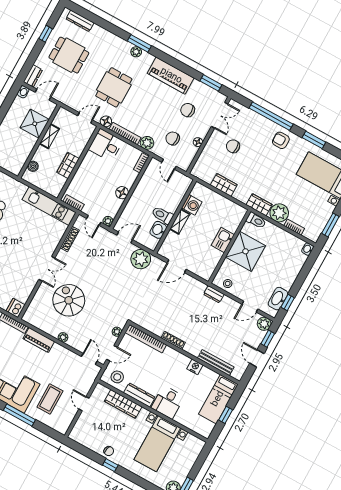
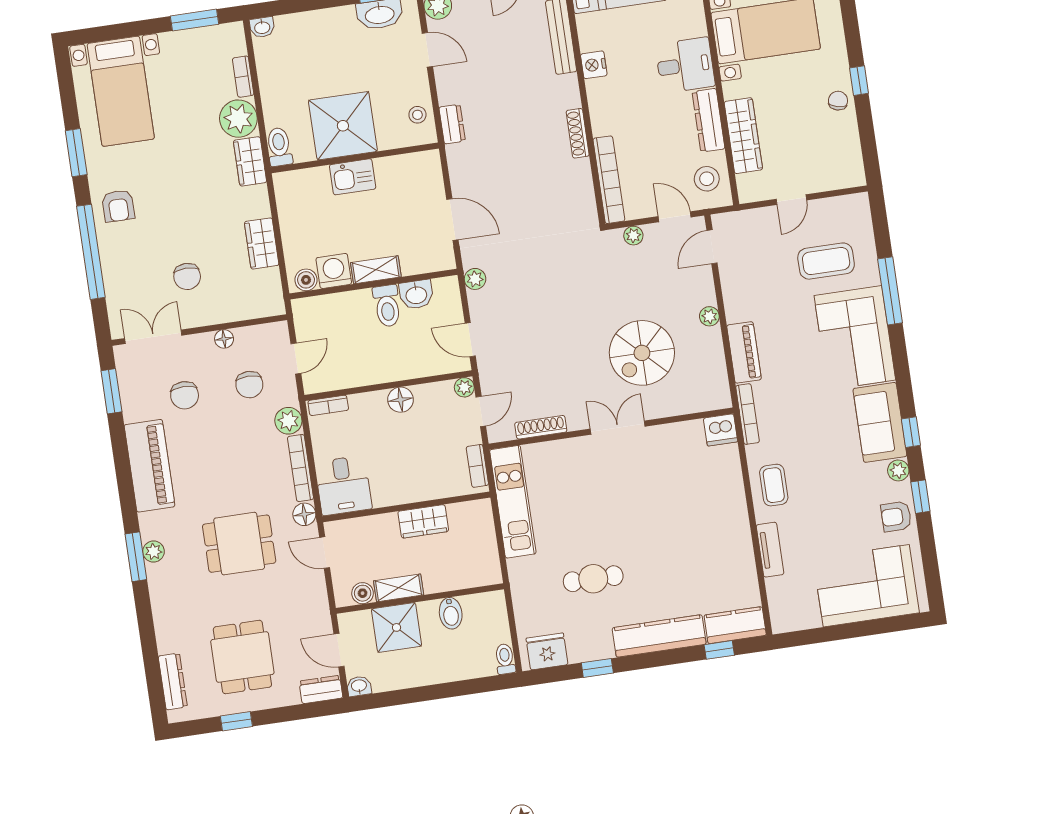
bidet: (24, 149) -> (451, 613), added
boiler: (33, 166) -> (363, 593), moved
boiler: (197, 191) -> (306, 280), added
plant: (141, 259) -> (475, 279), width x0.53, depth x0.53

